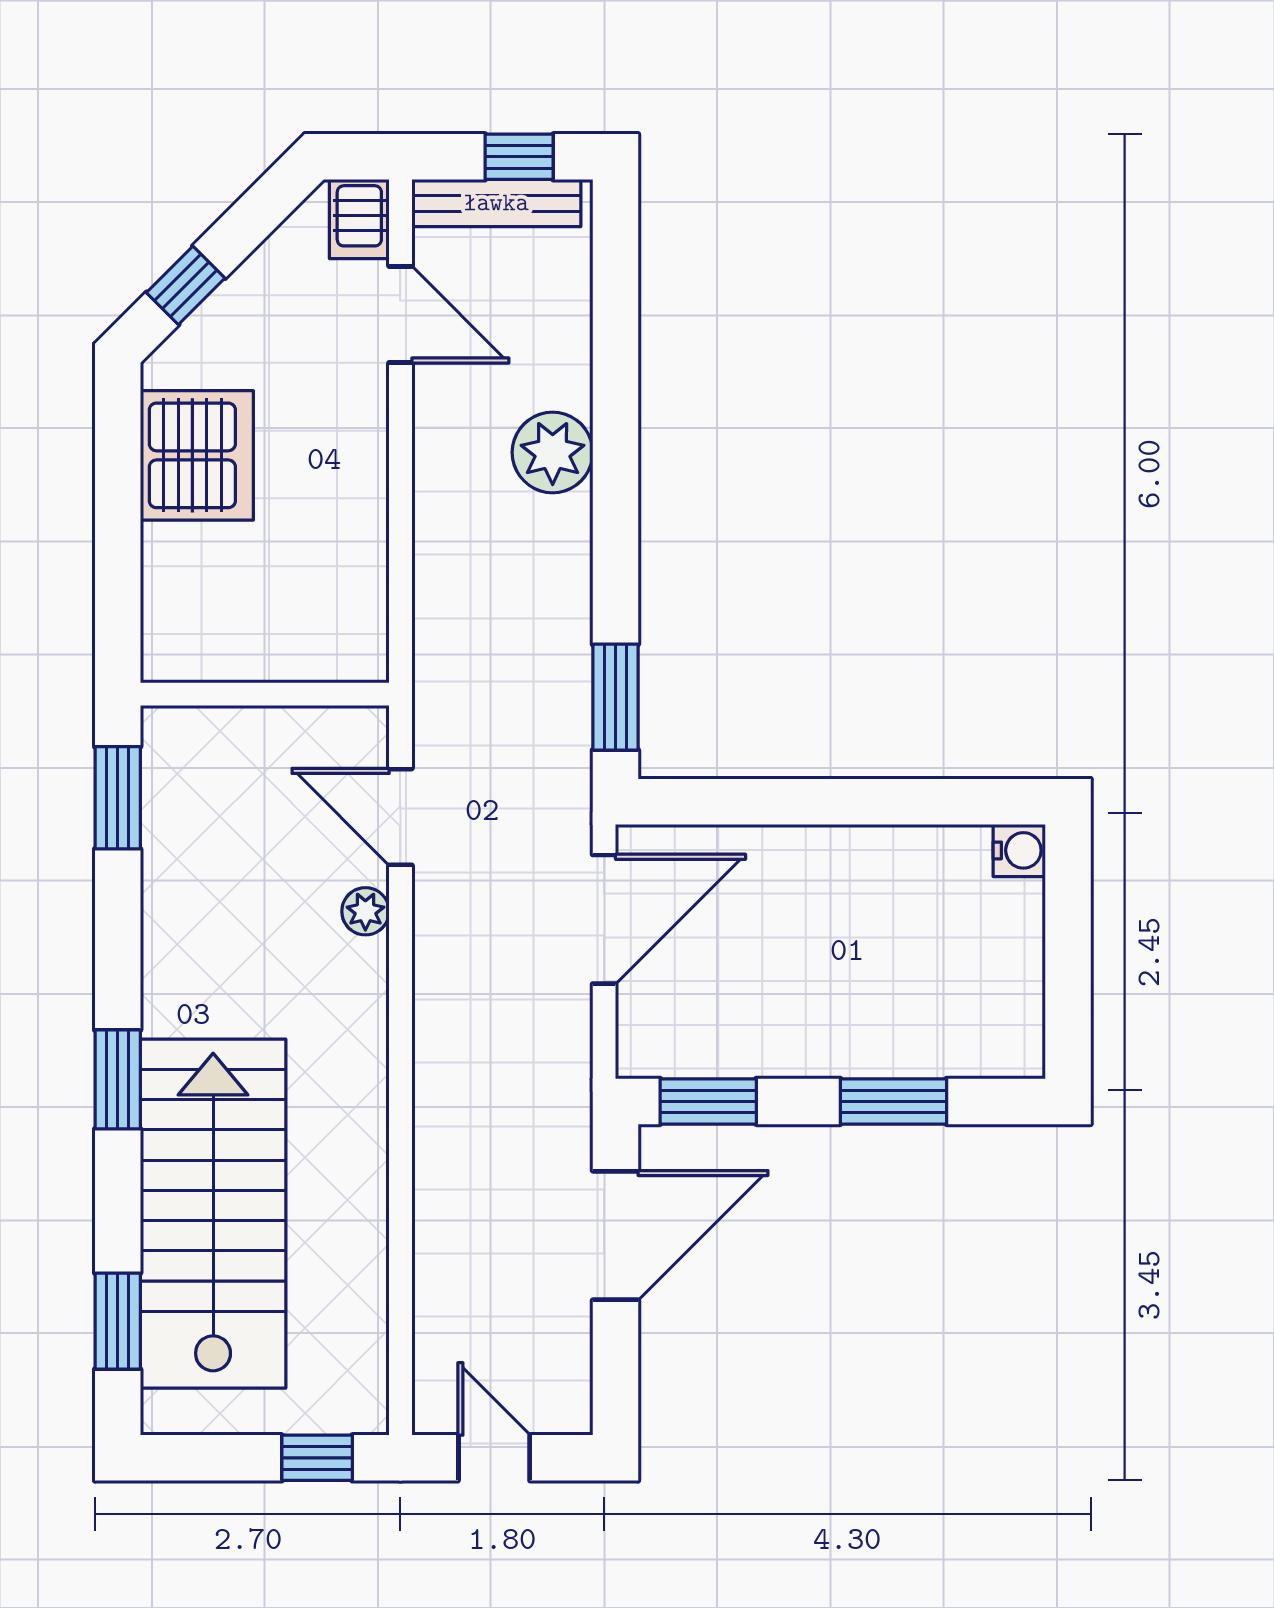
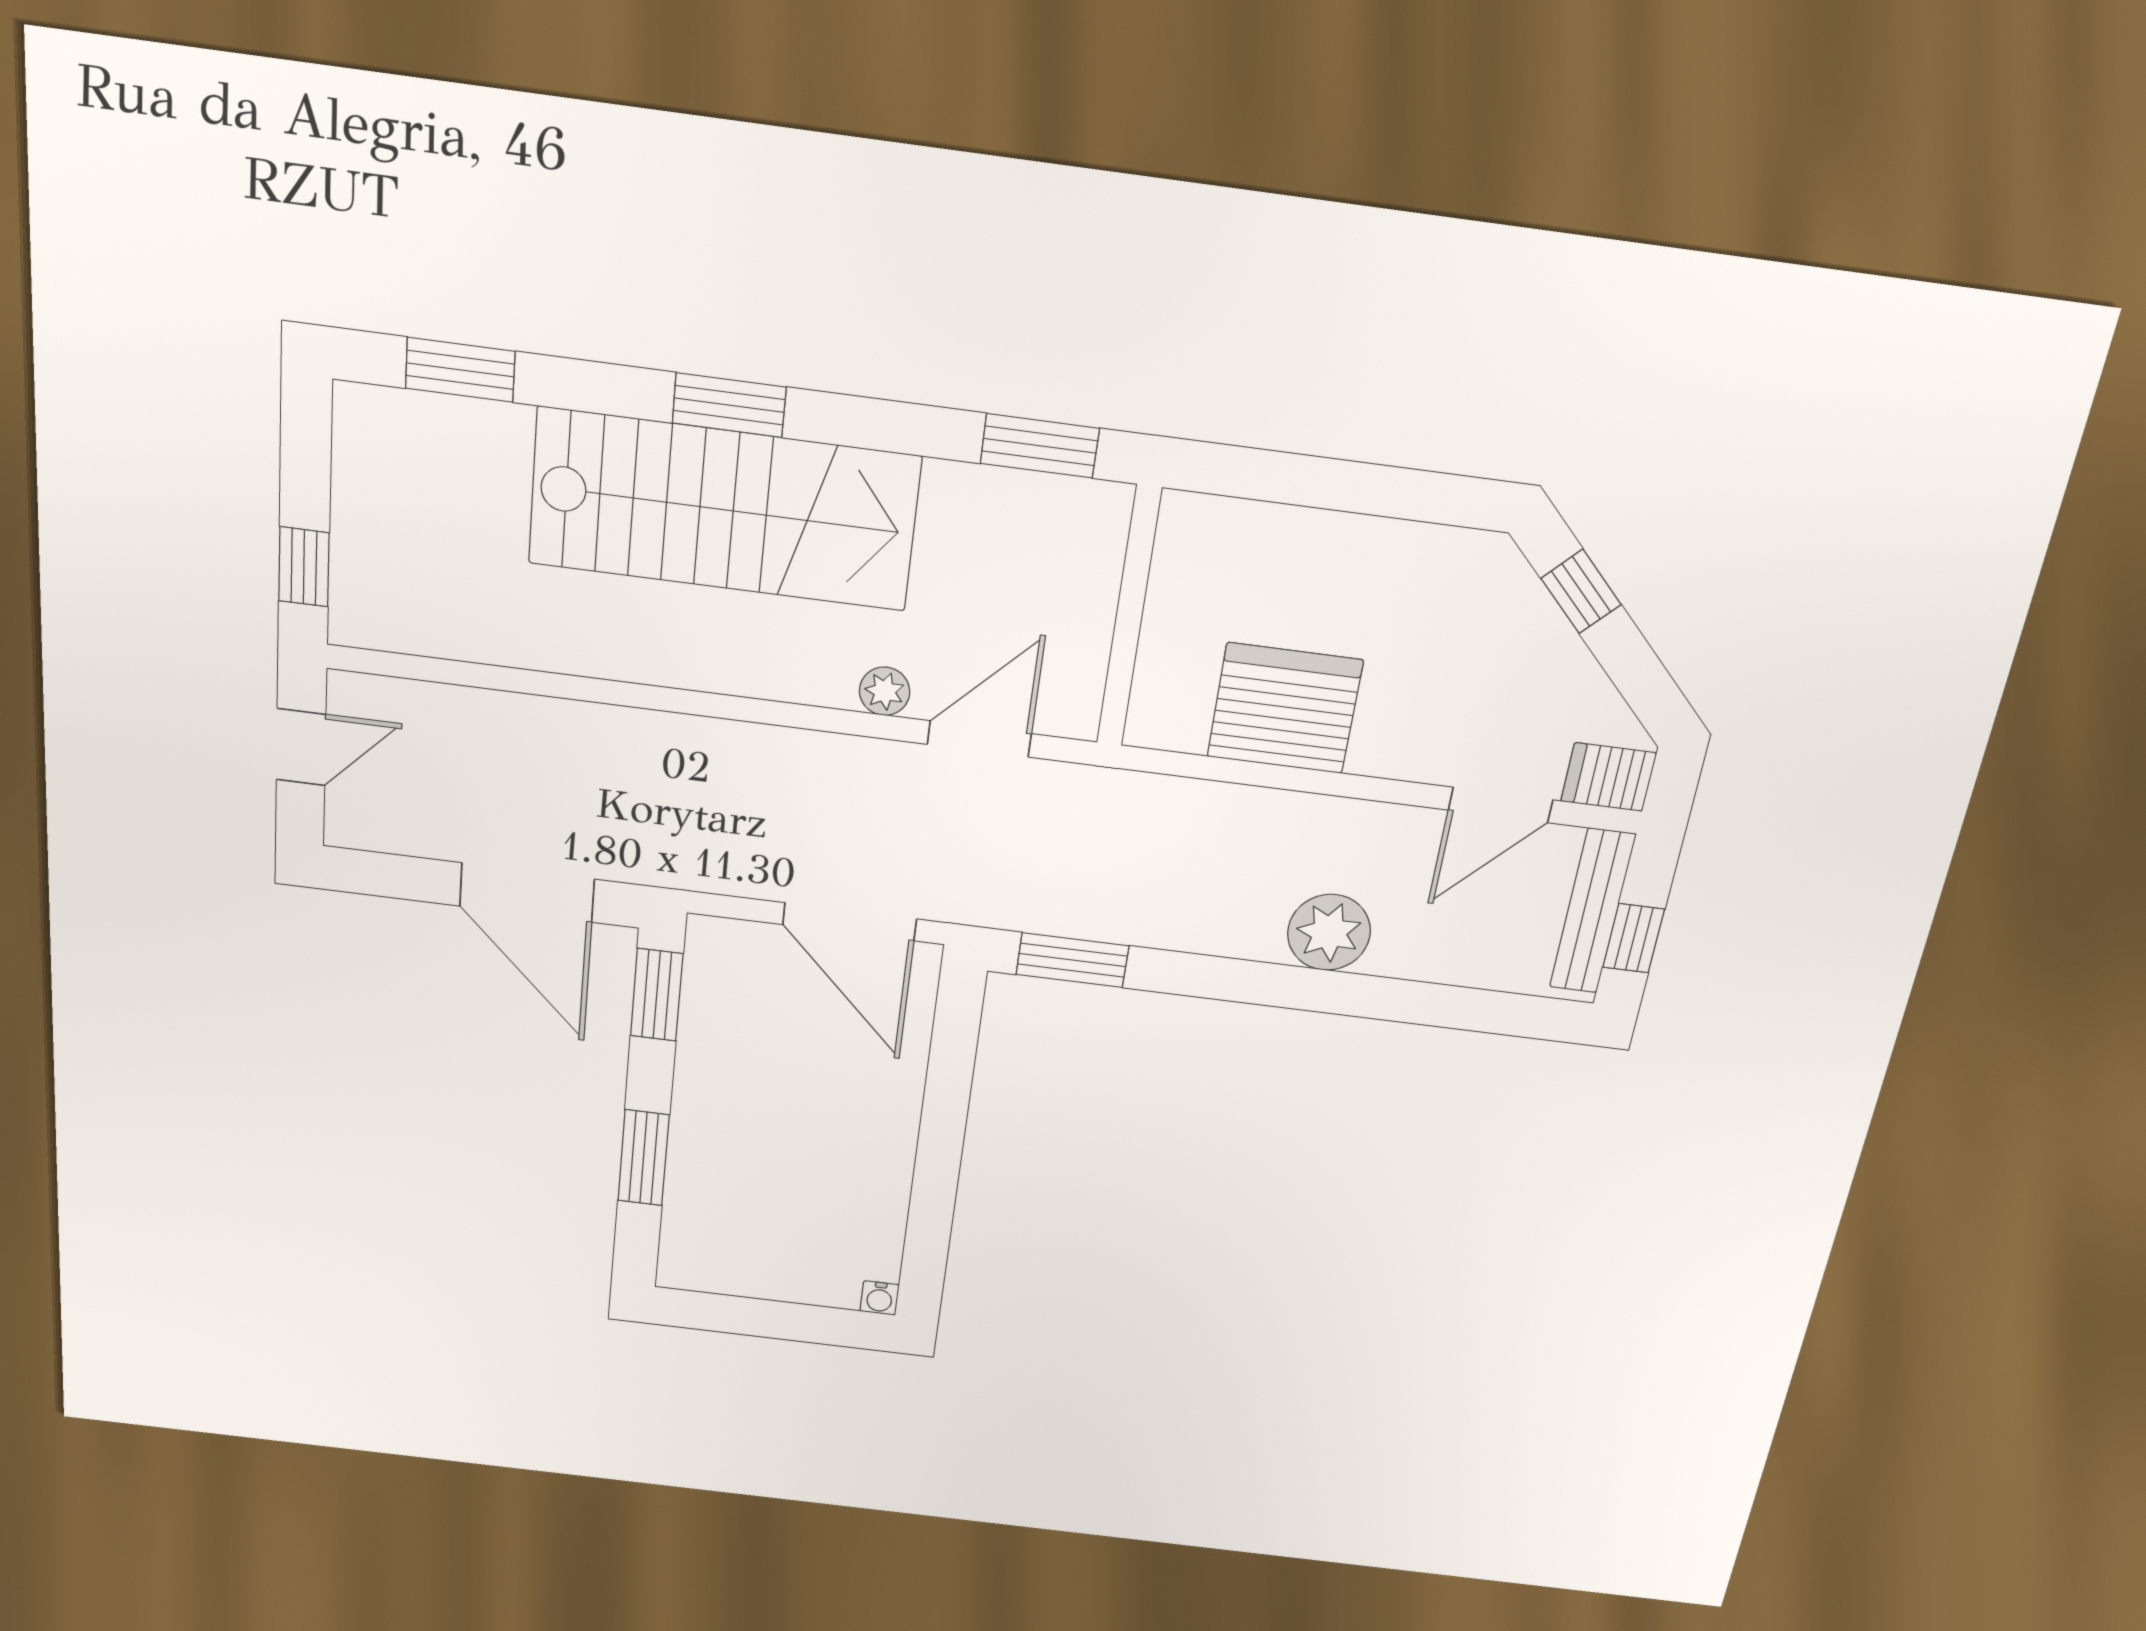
server rack: (197, 455) -> (1285, 708), moved, turned 180
water cooler: (1019, 850) -> (880, 1298), width x0.72, depth x0.72
stairs: (213, 1214) -> (724, 510), moved

